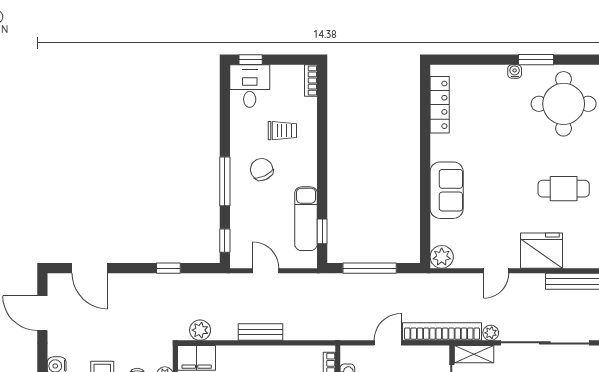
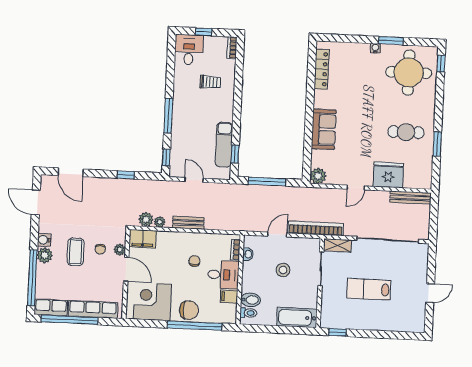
window: (251, 60) -> (204, 32), moved
chair: (262, 169) -> (194, 109), removed
plant: (491, 333) -> (160, 222), moved

